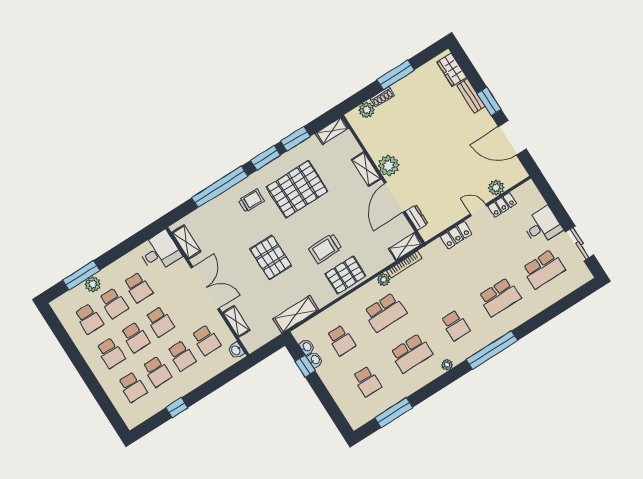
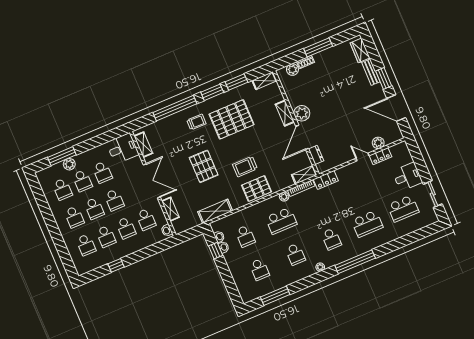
locker: (456, 235) -> (326, 180), moved
school desk: (411, 353) -> (295, 254), width x0.54

